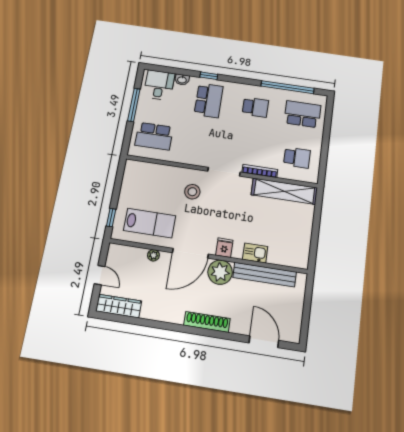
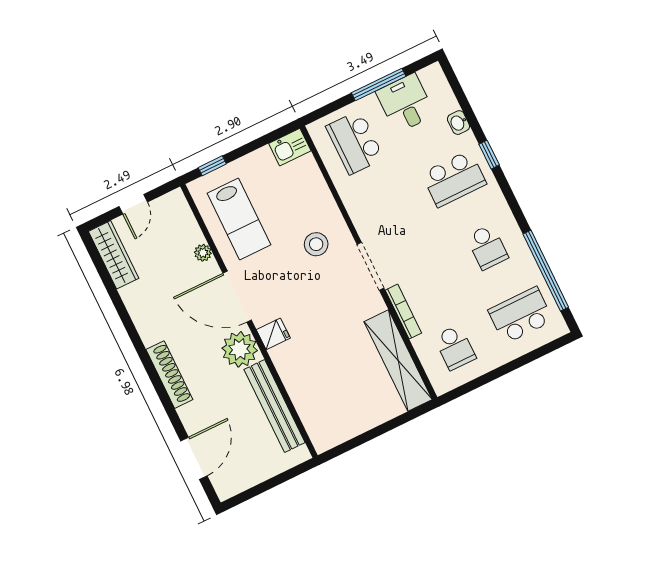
desk: (159, 85) -> (405, 103), moved, turned -90
school desk: (302, 114) -> (521, 315), turned -90
kitchen sink: (255, 253) -> (290, 147), moved, turned 90

